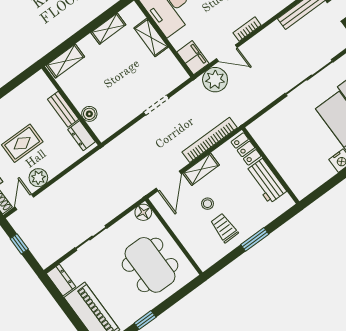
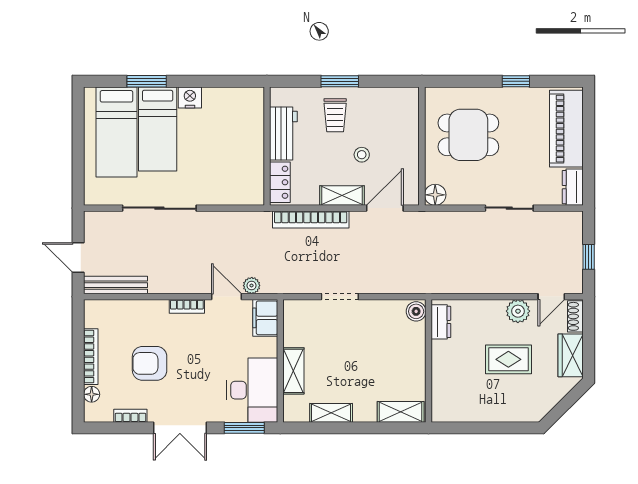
plant: (215, 80) -> (252, 286), width x0.53, depth x0.53
bench: (63, 109) -> (440, 364), removed
boiler: (89, 114) -> (416, 311), moved
trolley: (224, 228) -> (335, 115), moved
dining table: (150, 265) -> (468, 135), width x0.73

